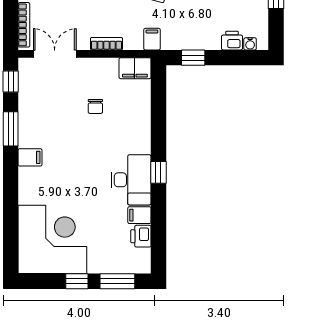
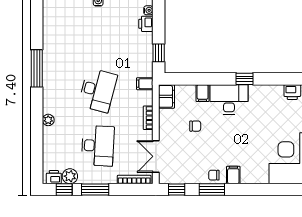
chair: (30, 131) -> (214, 175), added
desk: (131, 180) -> (229, 99), moved
filing cabinet: (139, 215) -> (203, 93), moved

